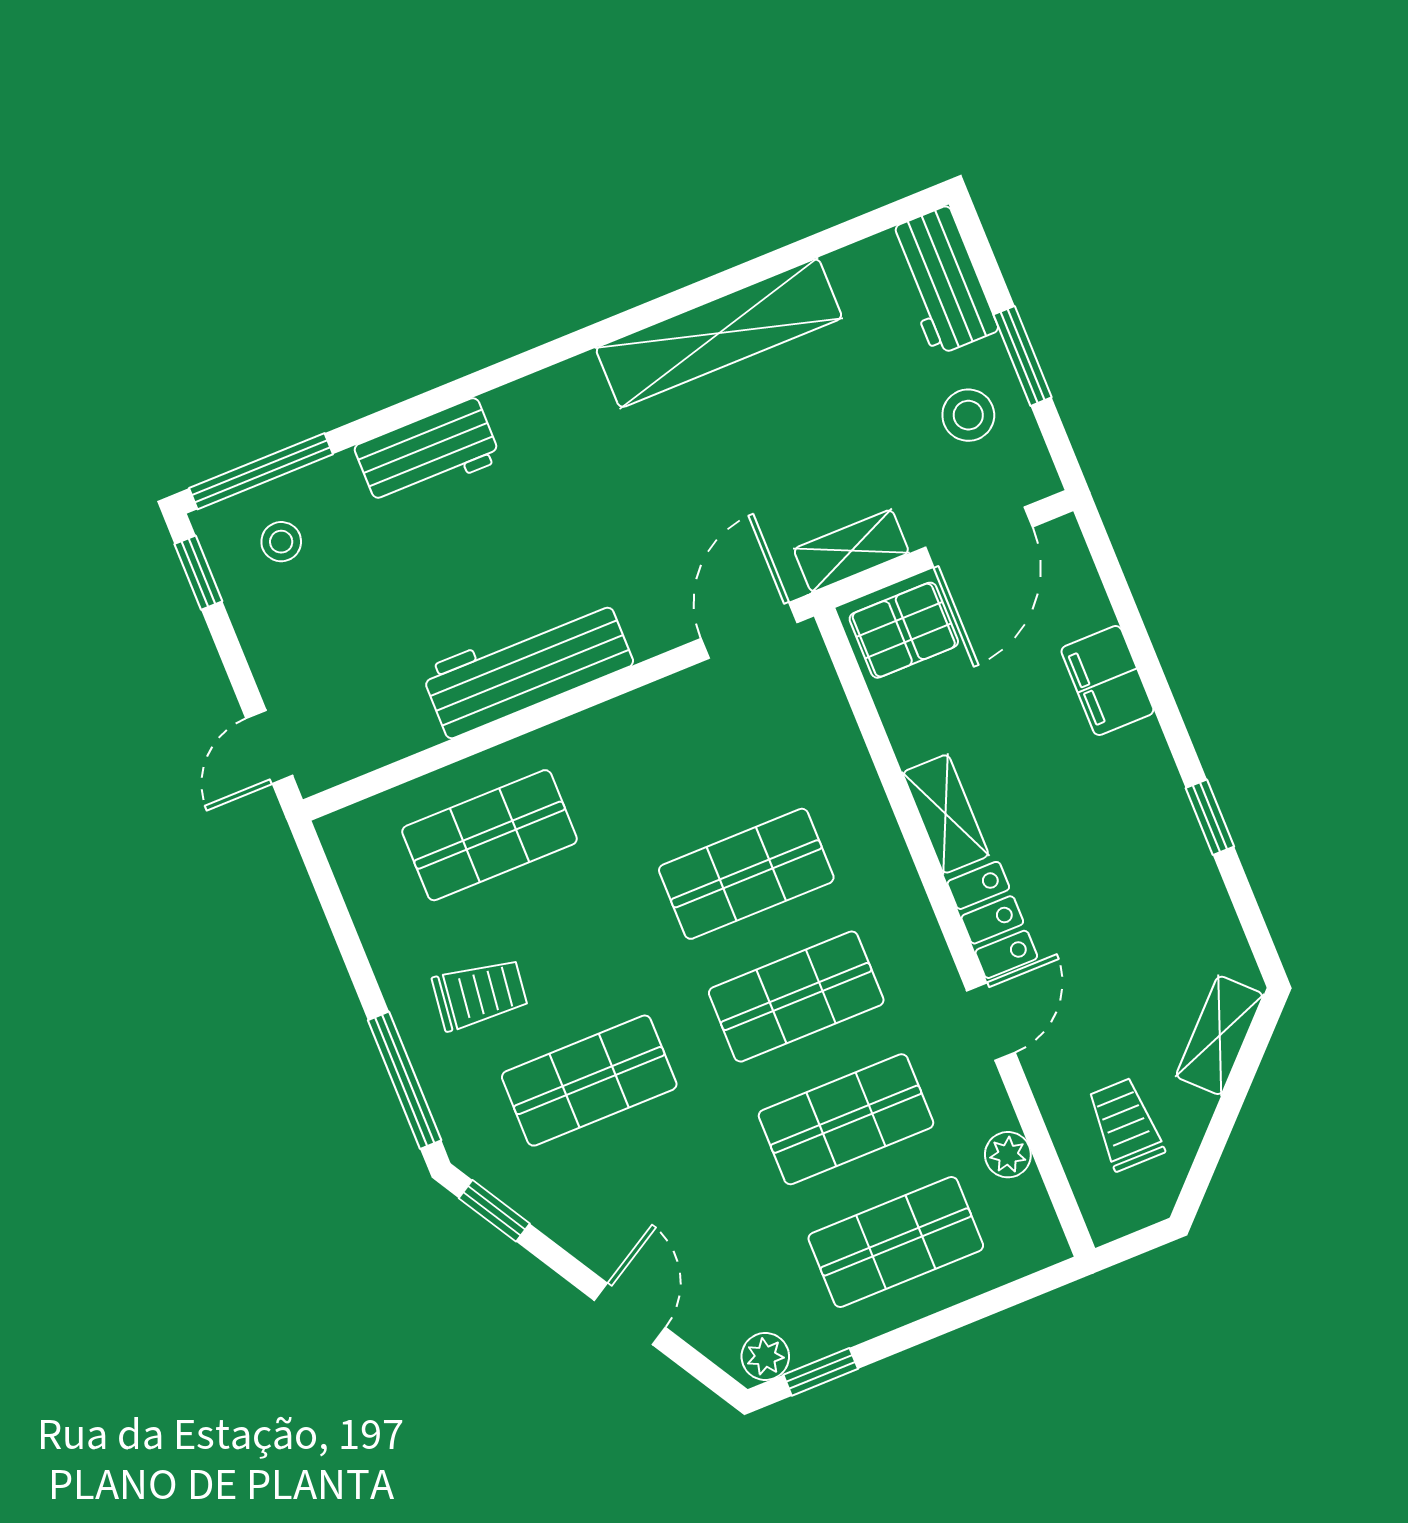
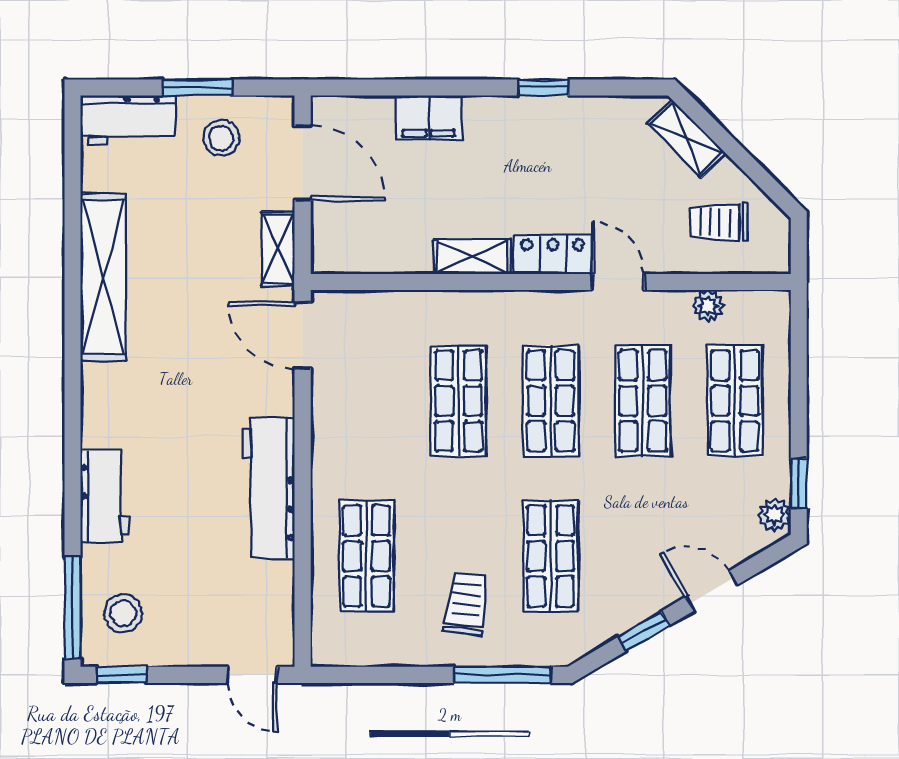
stool: (281, 542) -> (123, 613), width x1.37, depth x1.37
pallet: (904, 630) -> (343, 236), removed
window: (494, 1211) -> (644, 631), moved

